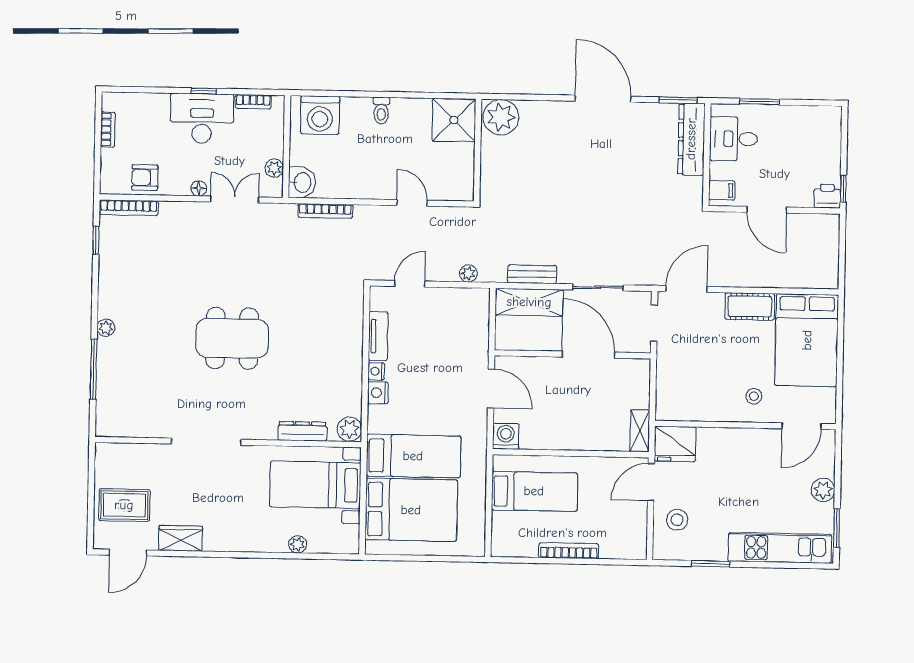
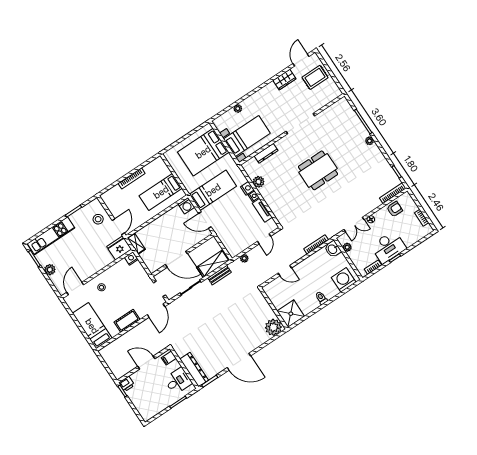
bed: (807, 340) -> (92, 326), width x0.67
nightstand: (666, 411) -> (131, 258), added
plant: (350, 429) -> (259, 182), moved
bed: (413, 456) -> (213, 190), moved, turned 180

